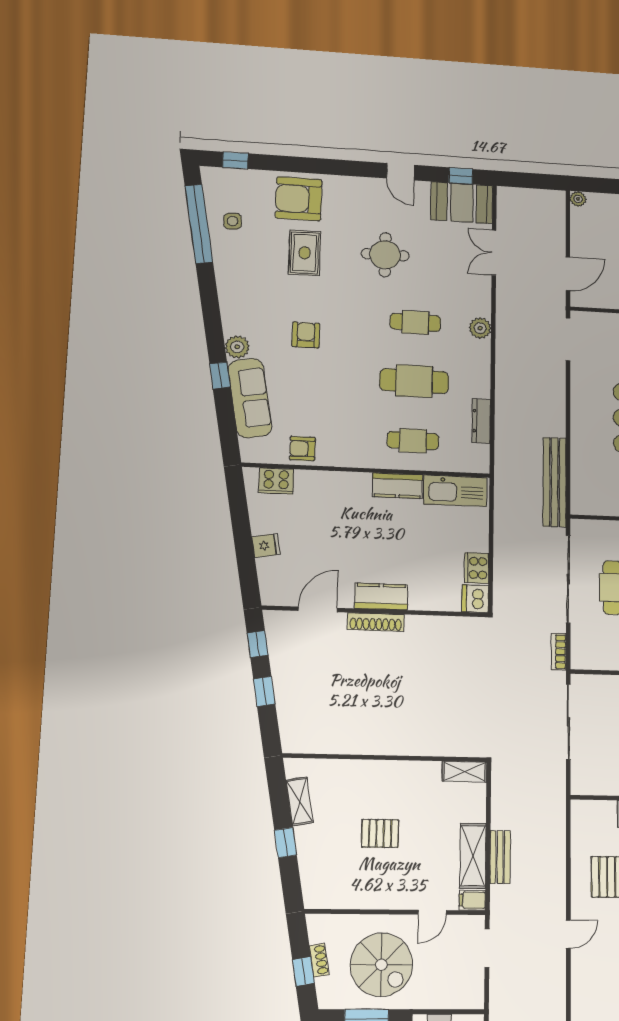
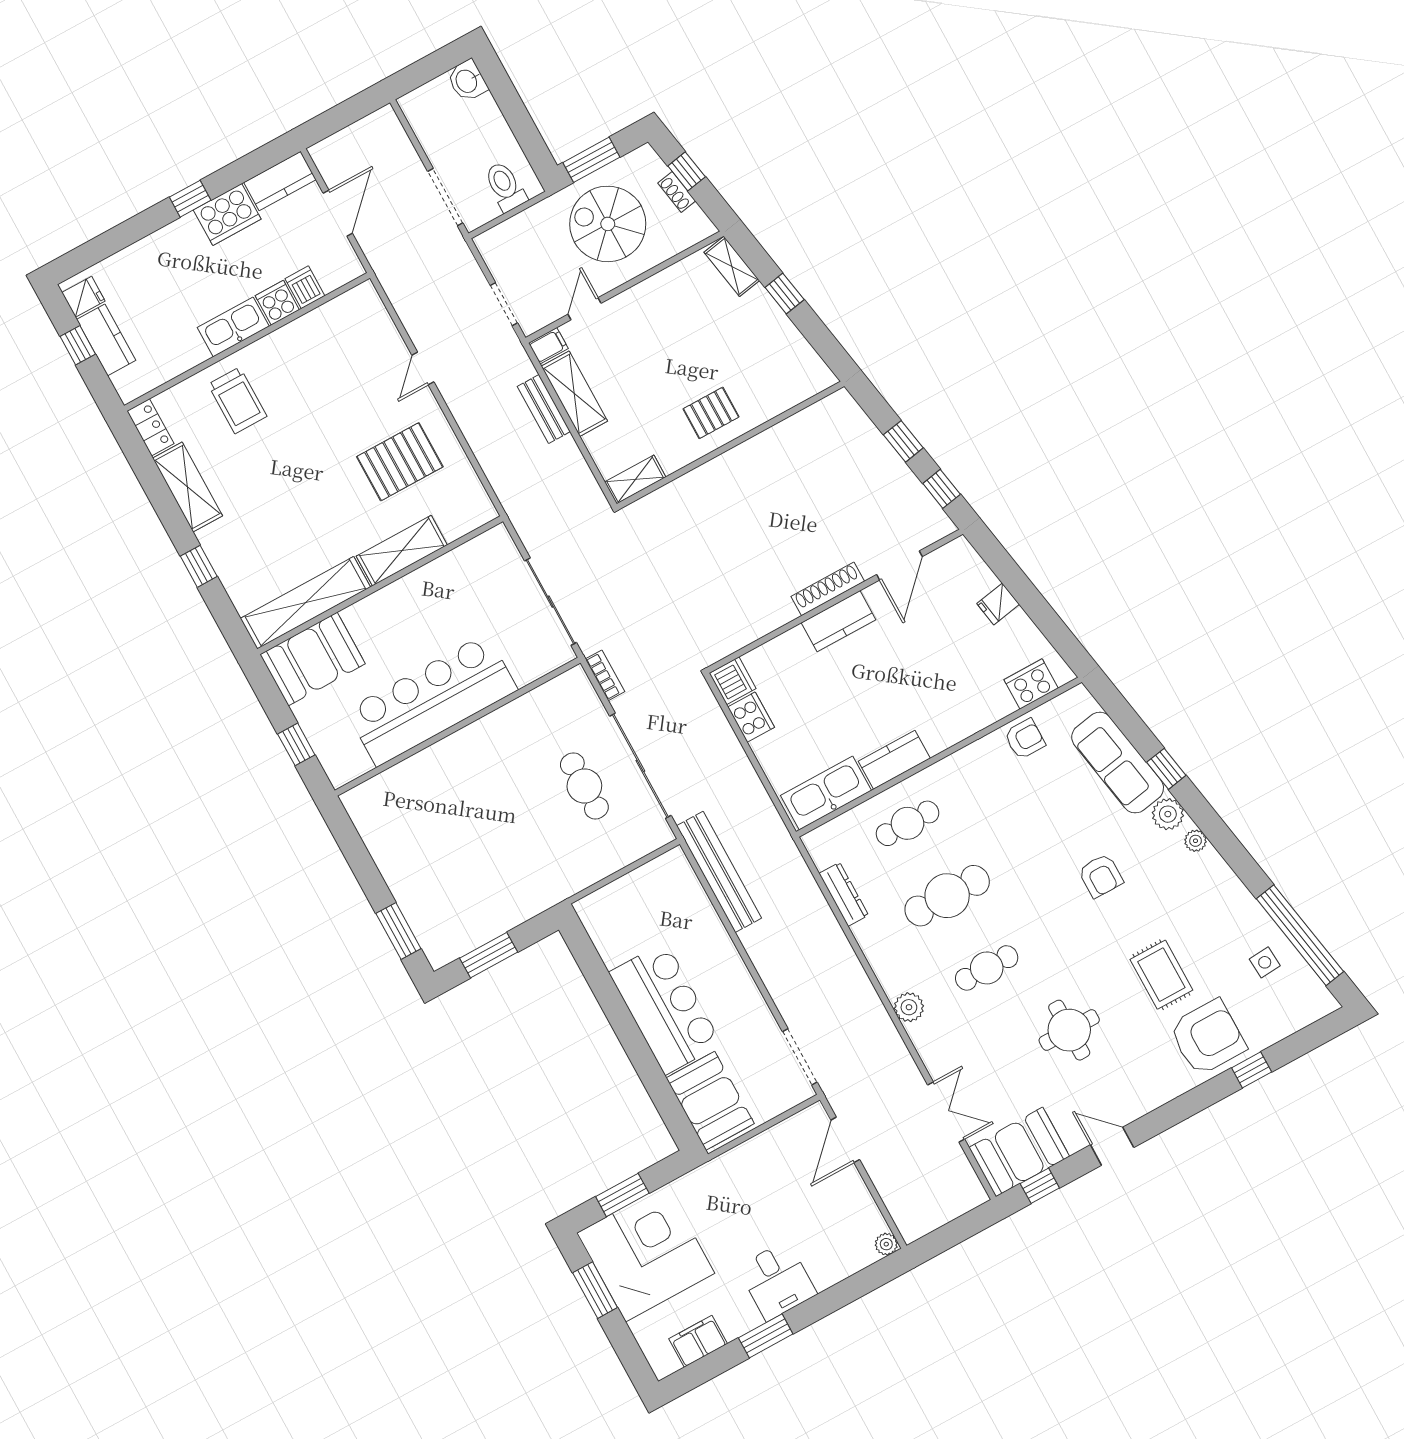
window: (235, 160) -> (1252, 1070), moved
plant: (230, 320) -> (1196, 841), added
shelving: (300, 801) -> (732, 266), moved
pallet: (380, 833) -> (711, 413), moved

